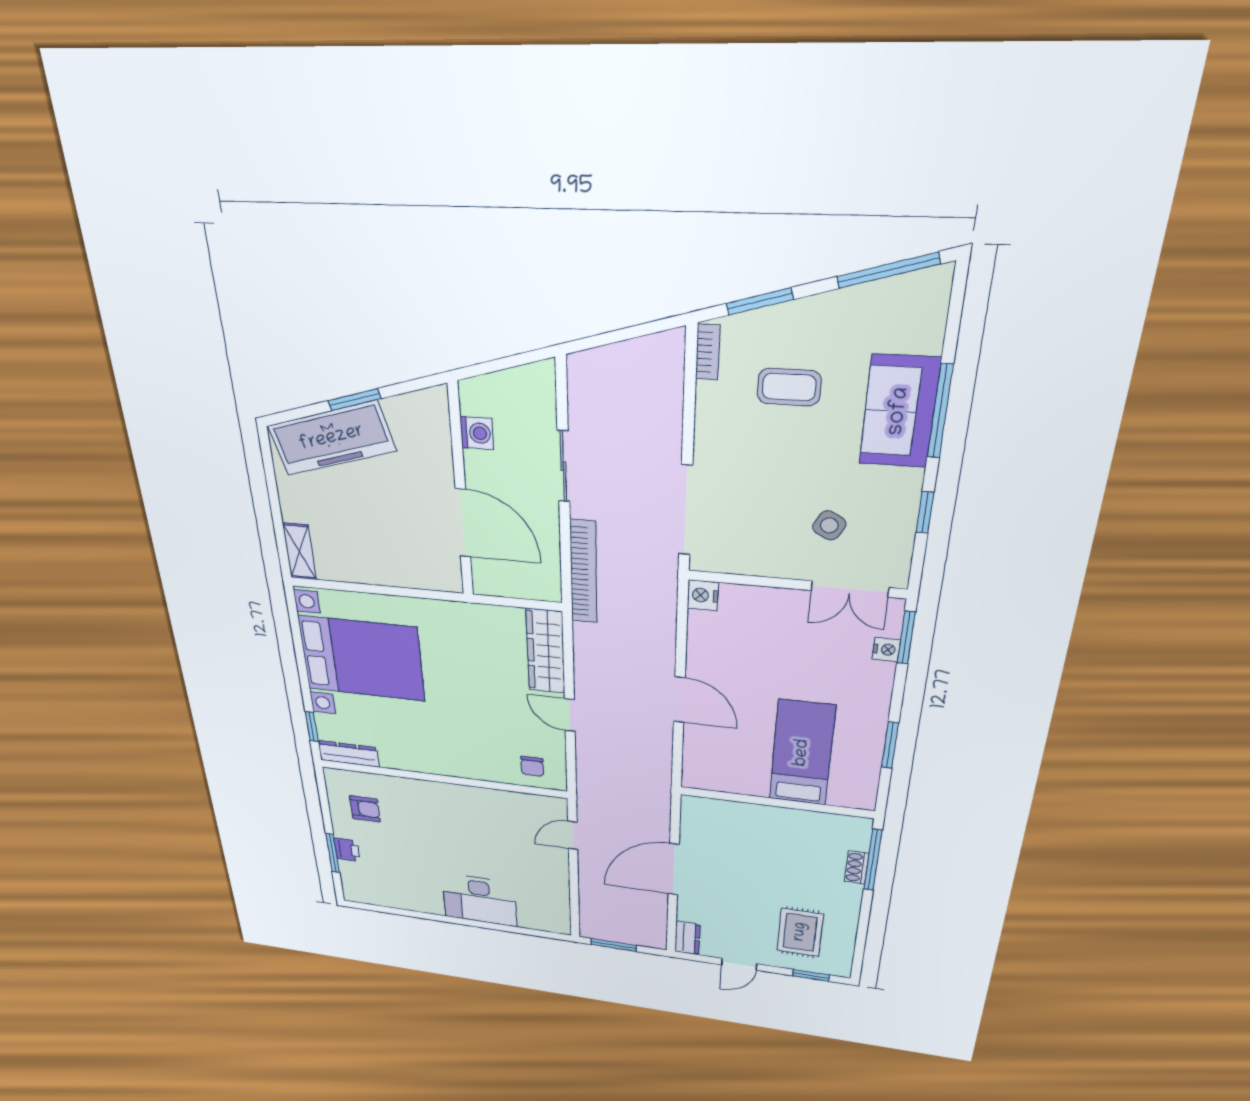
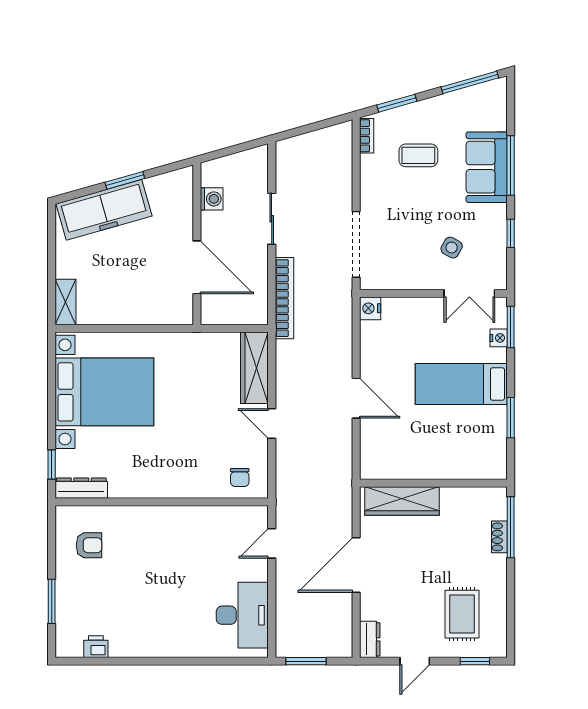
bed: (802, 753) -> (461, 384), moved, turned -90
wardrobe: (734, 815) -> (402, 501), added
printer: (347, 850) -> (96, 647), moved, turned -90
desk: (480, 900) -> (242, 615), moved, turned -90

